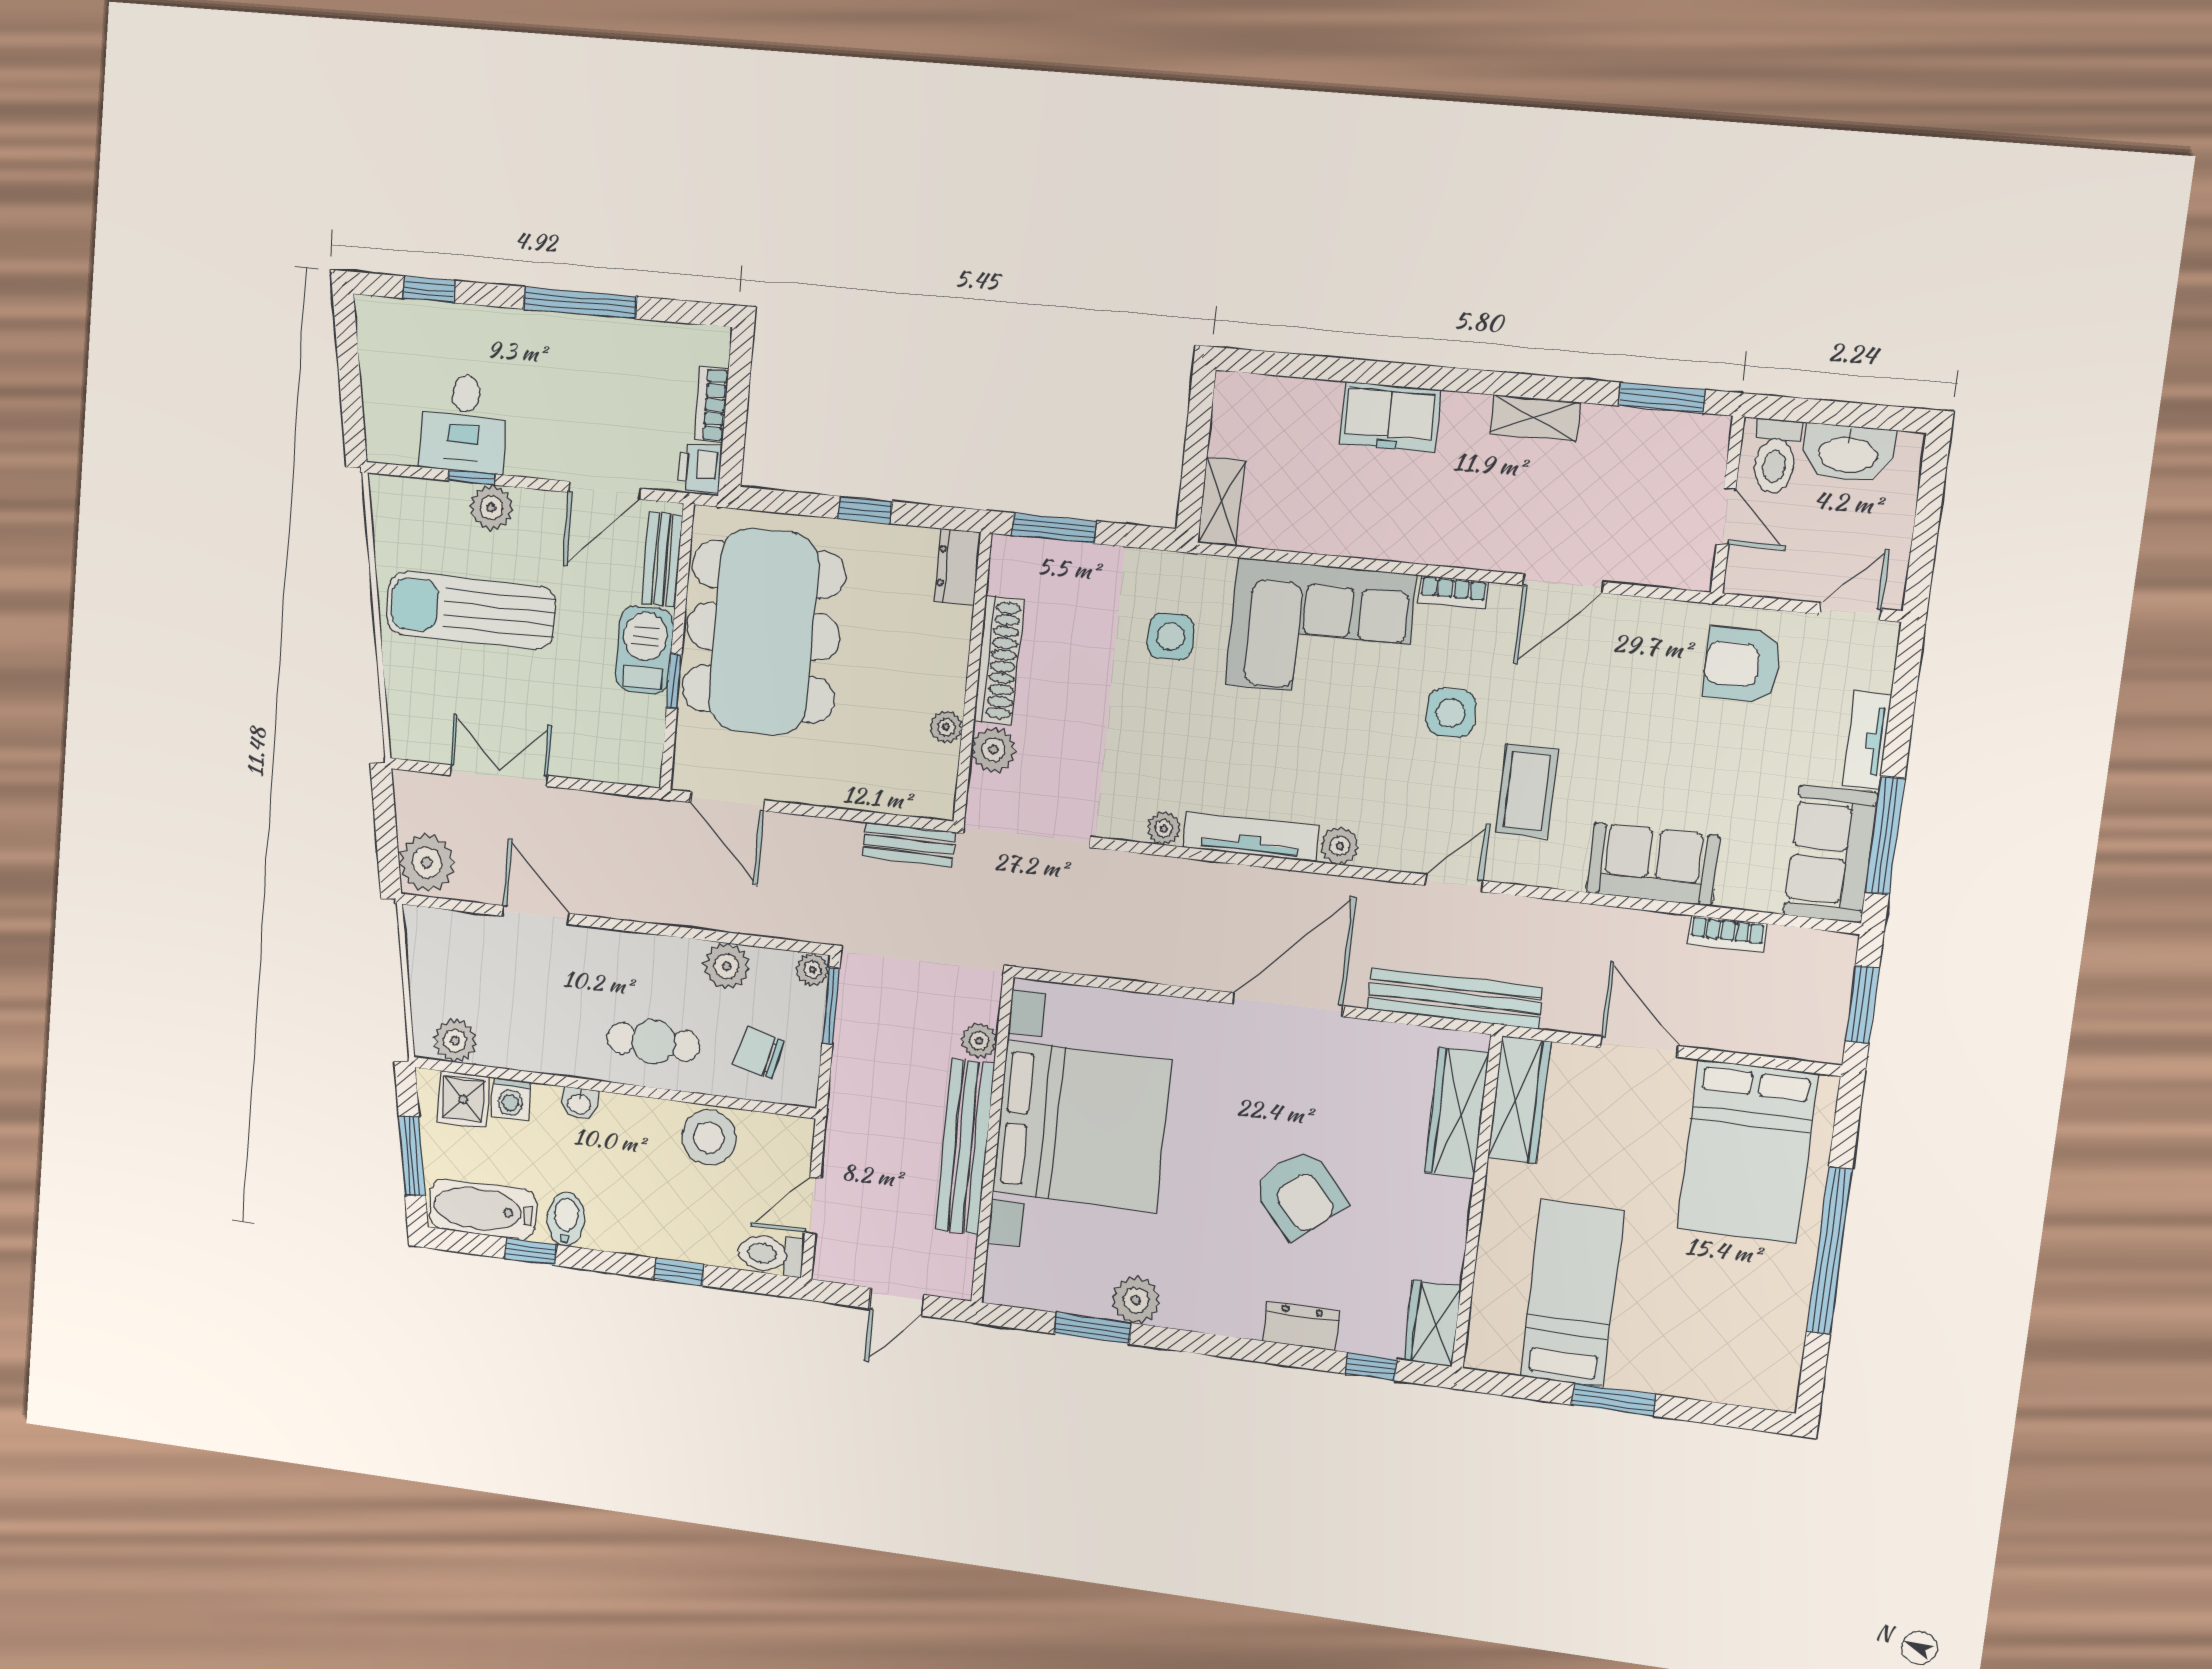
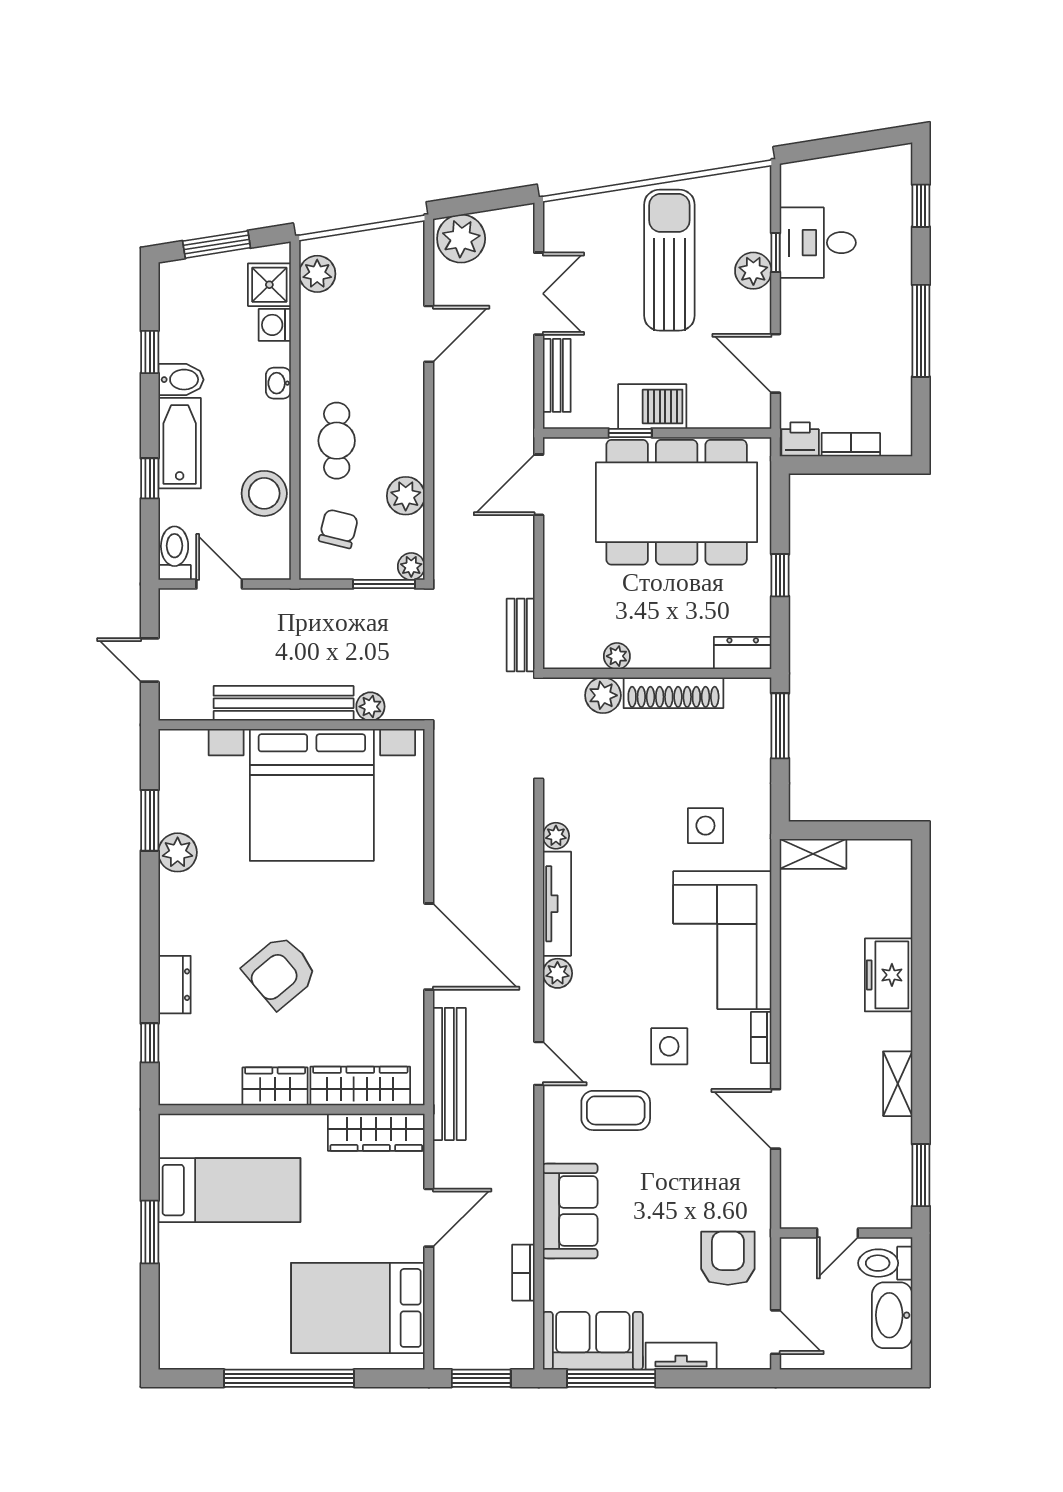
bench: (662, 559) -> (557, 375), moved, turned 90
bathtub: (483, 1209) -> (180, 443), moved
wardrobe: (1432, 1323) -> (275, 1086), moved

